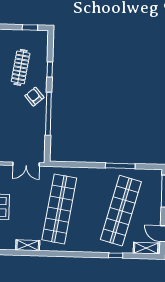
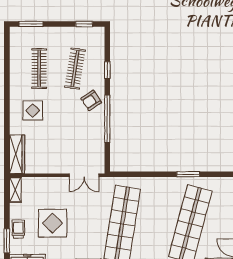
armchair: (34, 97) -> (91, 100), turned -82
window: (120, 166) -> (188, 174), width x0.69

